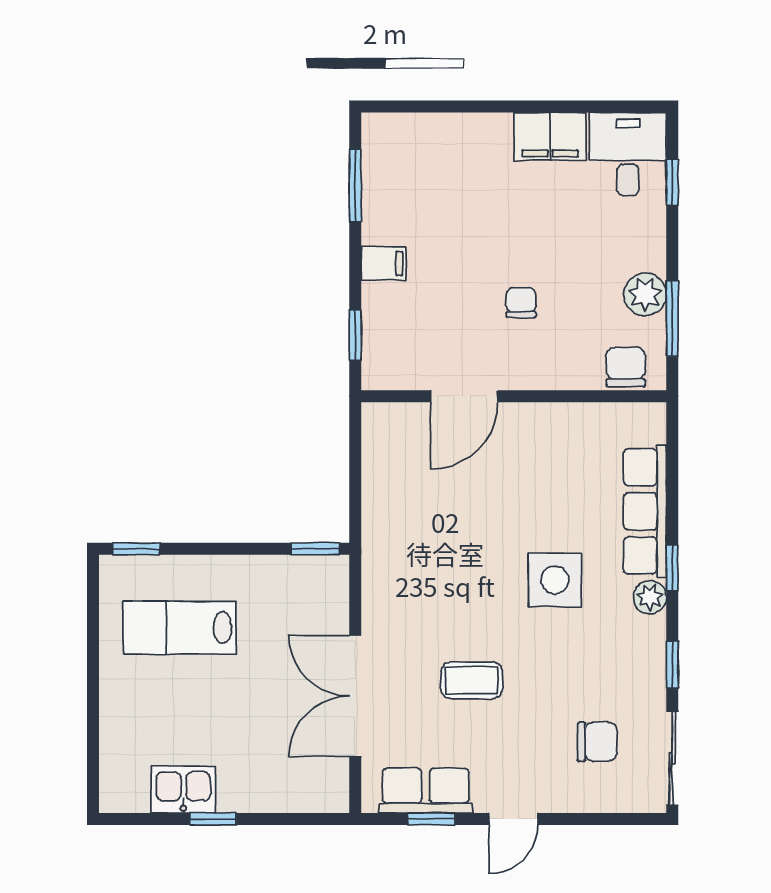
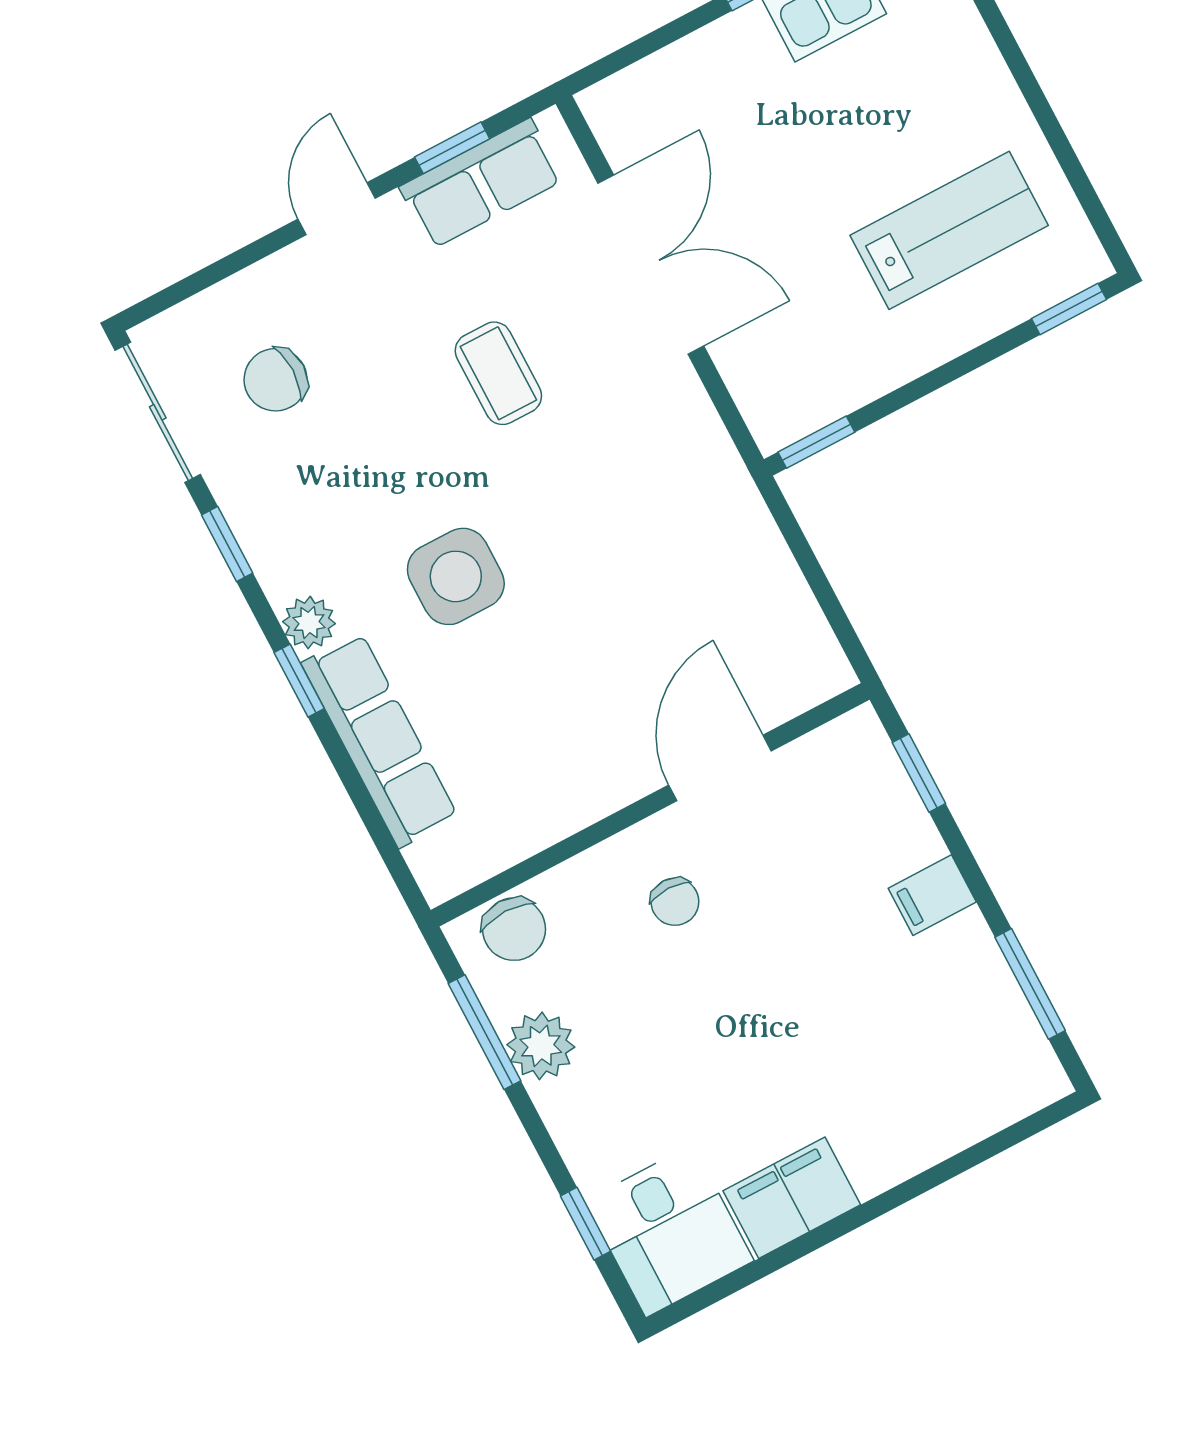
chair: (521, 303) -> (675, 902), moved
coffee table: (472, 680) -> (498, 373), turned 90

